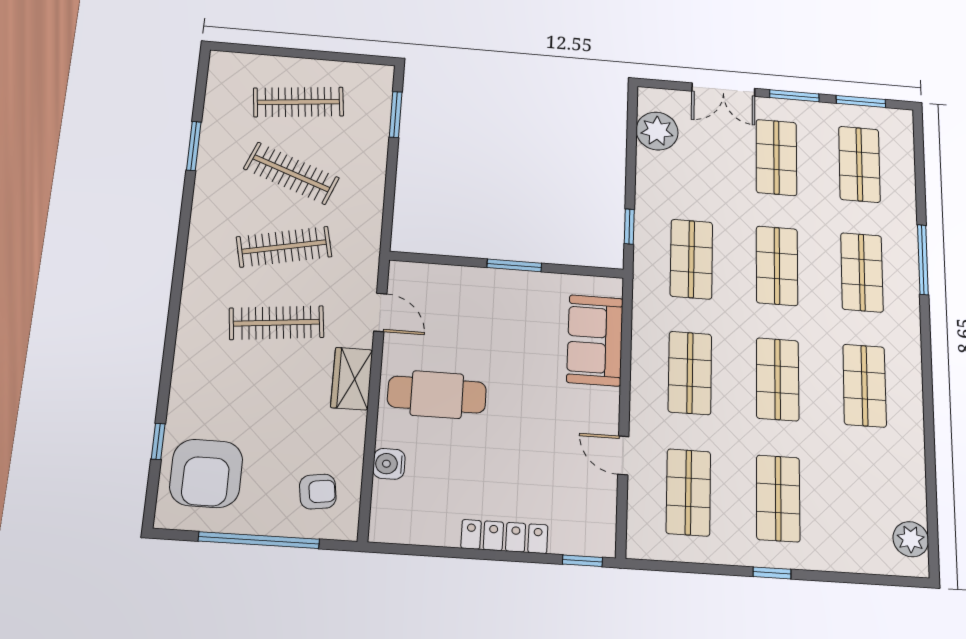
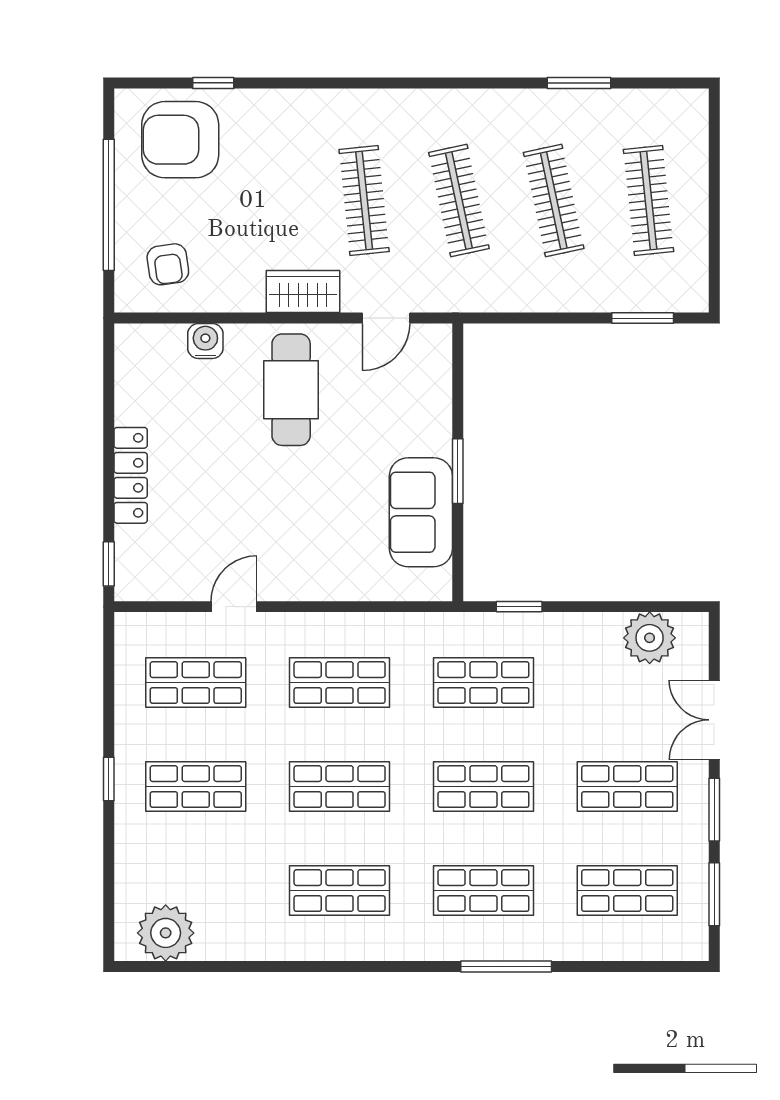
clothes rail: (291, 173) -> (554, 201), turned -33
sofa: (595, 340) -> (421, 512), moved, turned -90
plant: (911, 539) -> (166, 933), width x1.36, depth x1.36

